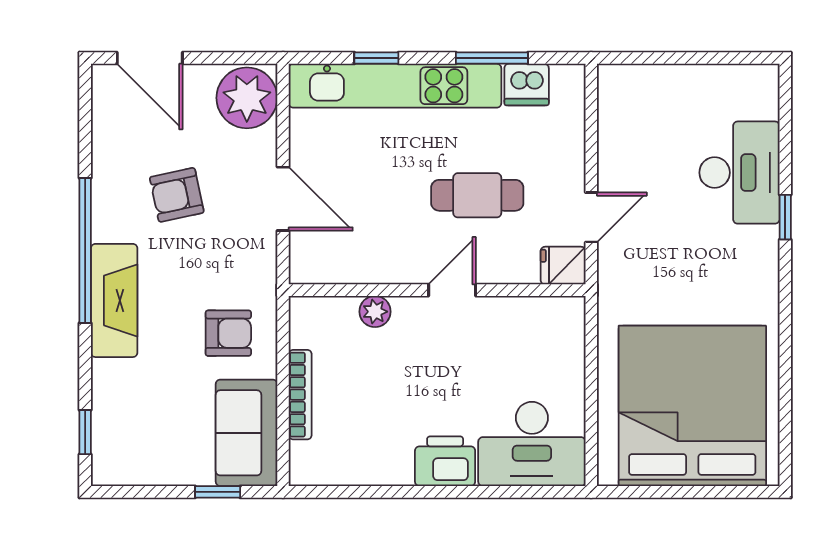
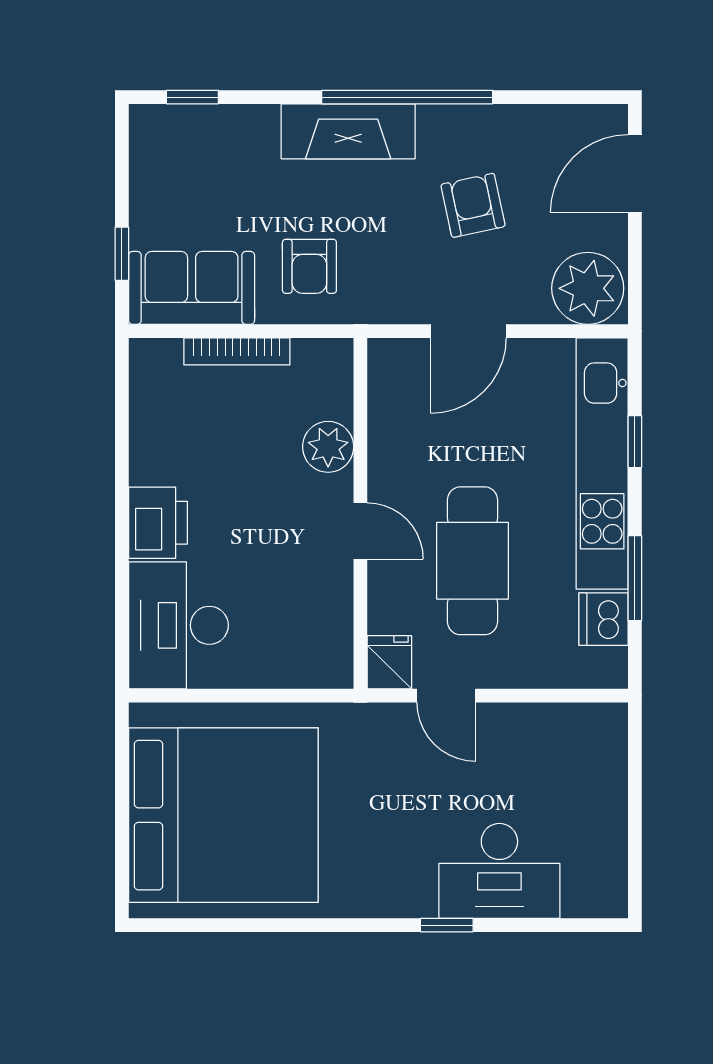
cafe table: (477, 195) -> (472, 561), width x1.37, depth x1.35
plant: (375, 312) -> (328, 447), width x1.38, depth x1.38

